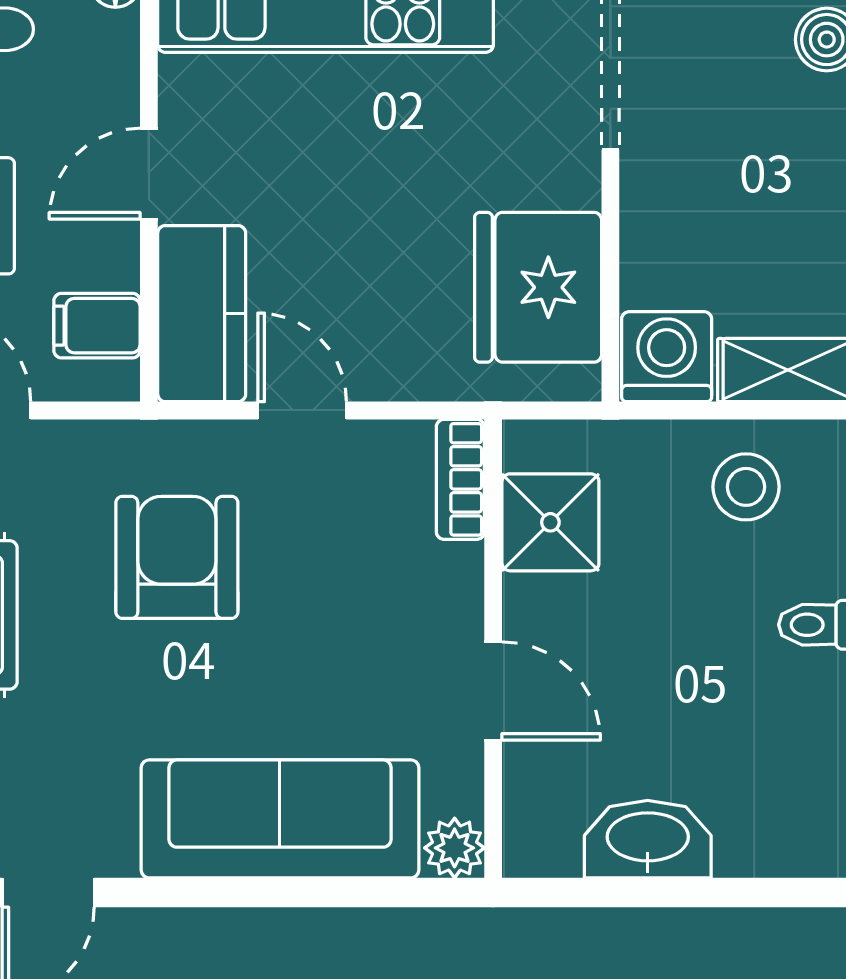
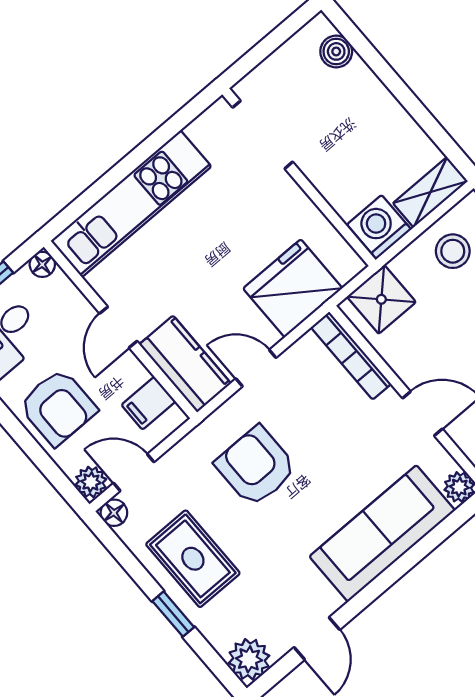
fridge: (538, 287) -> (293, 288), moved, turned 90
bookcase: (460, 479) -> (351, 356), width x1.56
shower: (550, 522) -> (381, 299), moved

